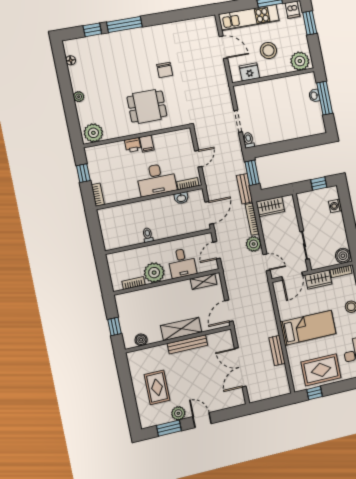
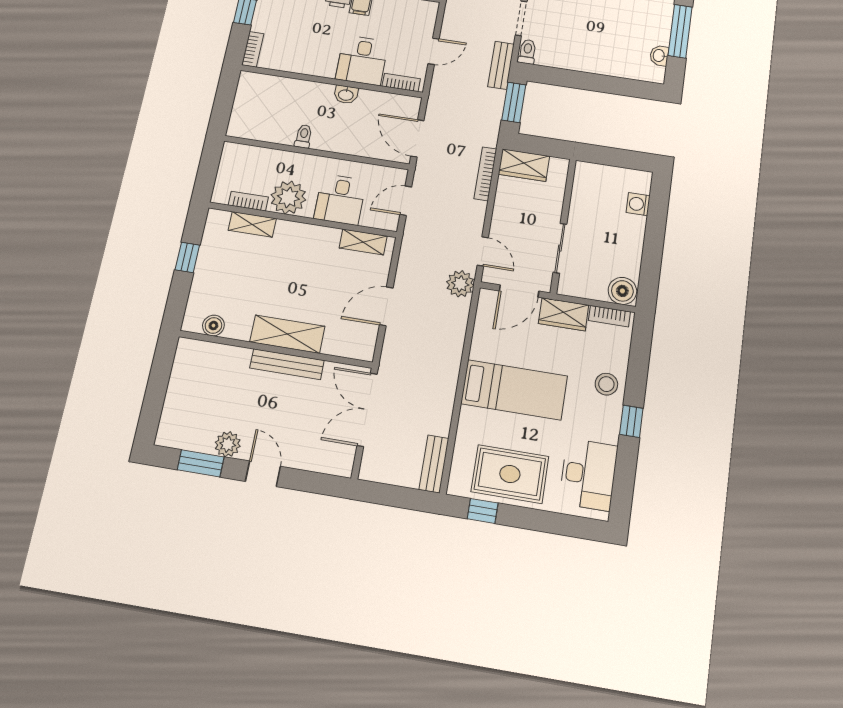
washbasin: (314, 96) -> (659, 56), moved
desk: (156, 180) -> (362, 60), width x0.73
window: (319, 184) -> (622, 158), removed
bench: (245, 189) -> (501, 65), moved
washbasin: (181, 198) -> (346, 95), moved
door: (209, 213) -> (417, 138), swing flipped
plant: (254, 244) -> (460, 284), moved
shelving: (141, 295) -> (252, 224), added
shelving: (181, 329) -> (287, 334), moved
wall: (178, 339) -> (275, 349), moved
boiler: (141, 340) -> (213, 326), moved
bench: (187, 344) -> (287, 364), moved
bench: (277, 350) -> (434, 464), moved
rug: (157, 387) -> (211, 385), removed

